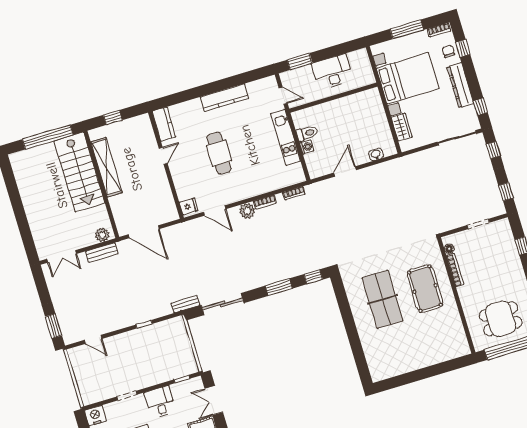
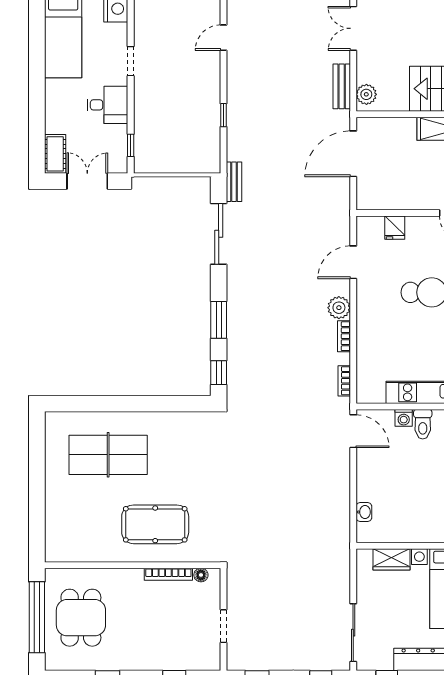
door: (345, 171) -> (353, 431), moved
fridge: (189, 206) -> (395, 228), moved
table tennis table: (382, 299) -> (108, 455), moved

